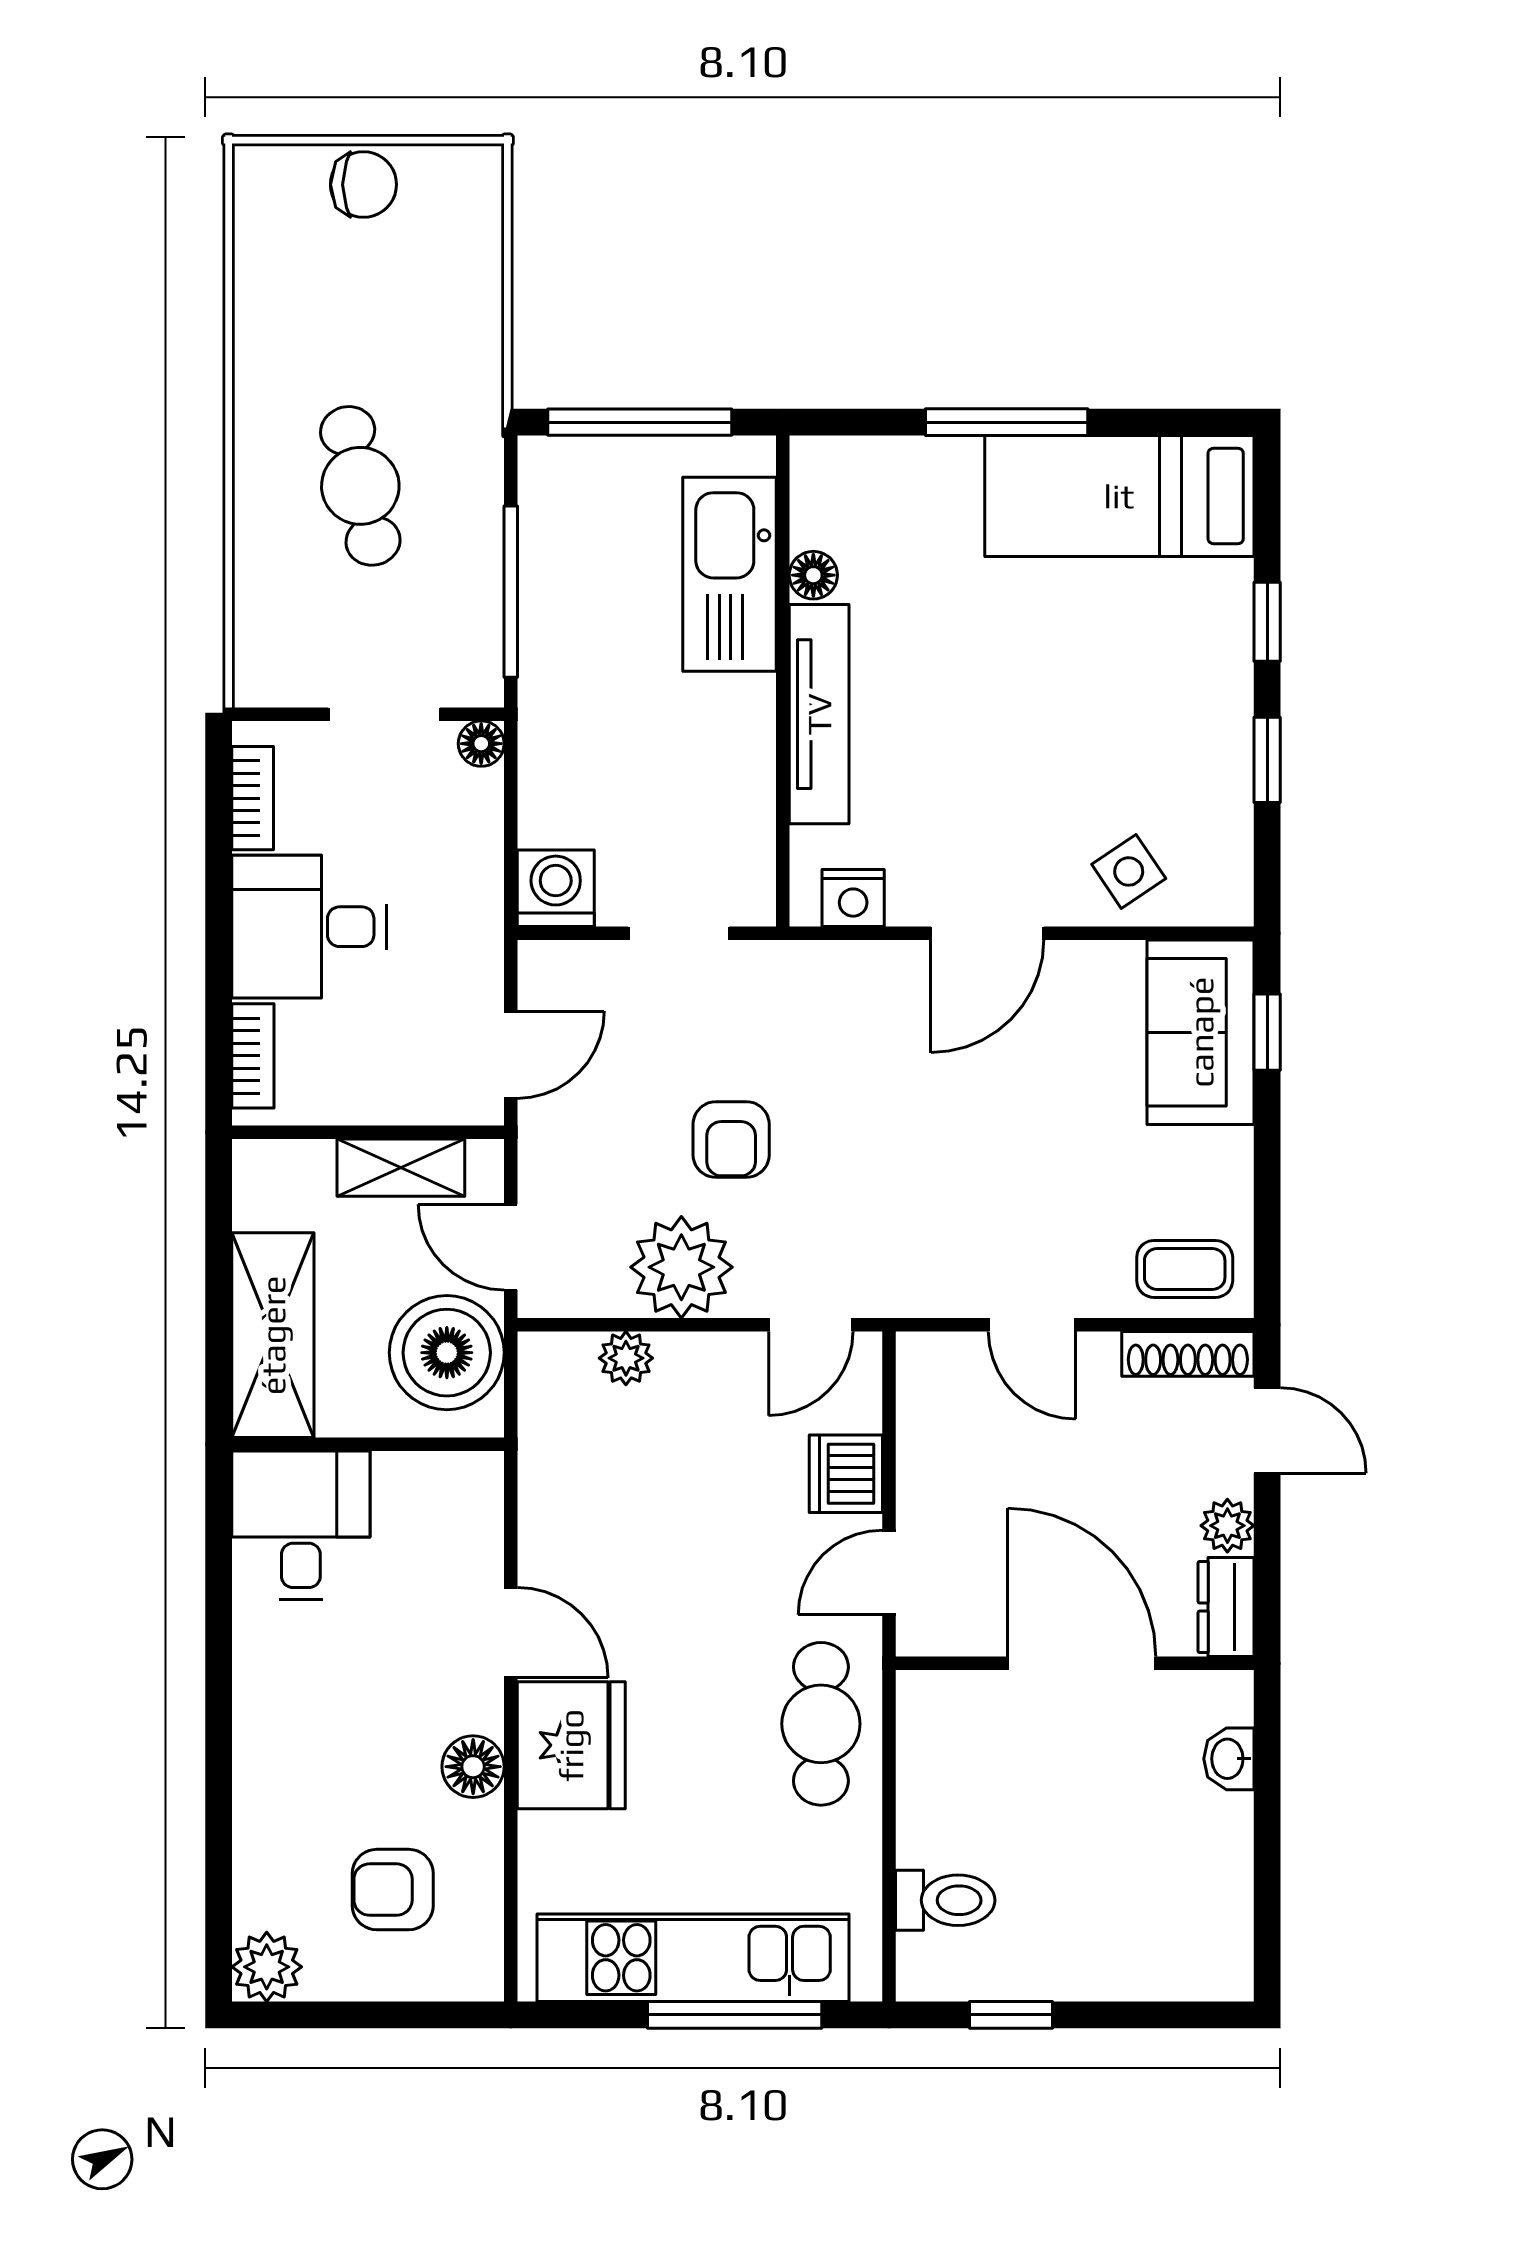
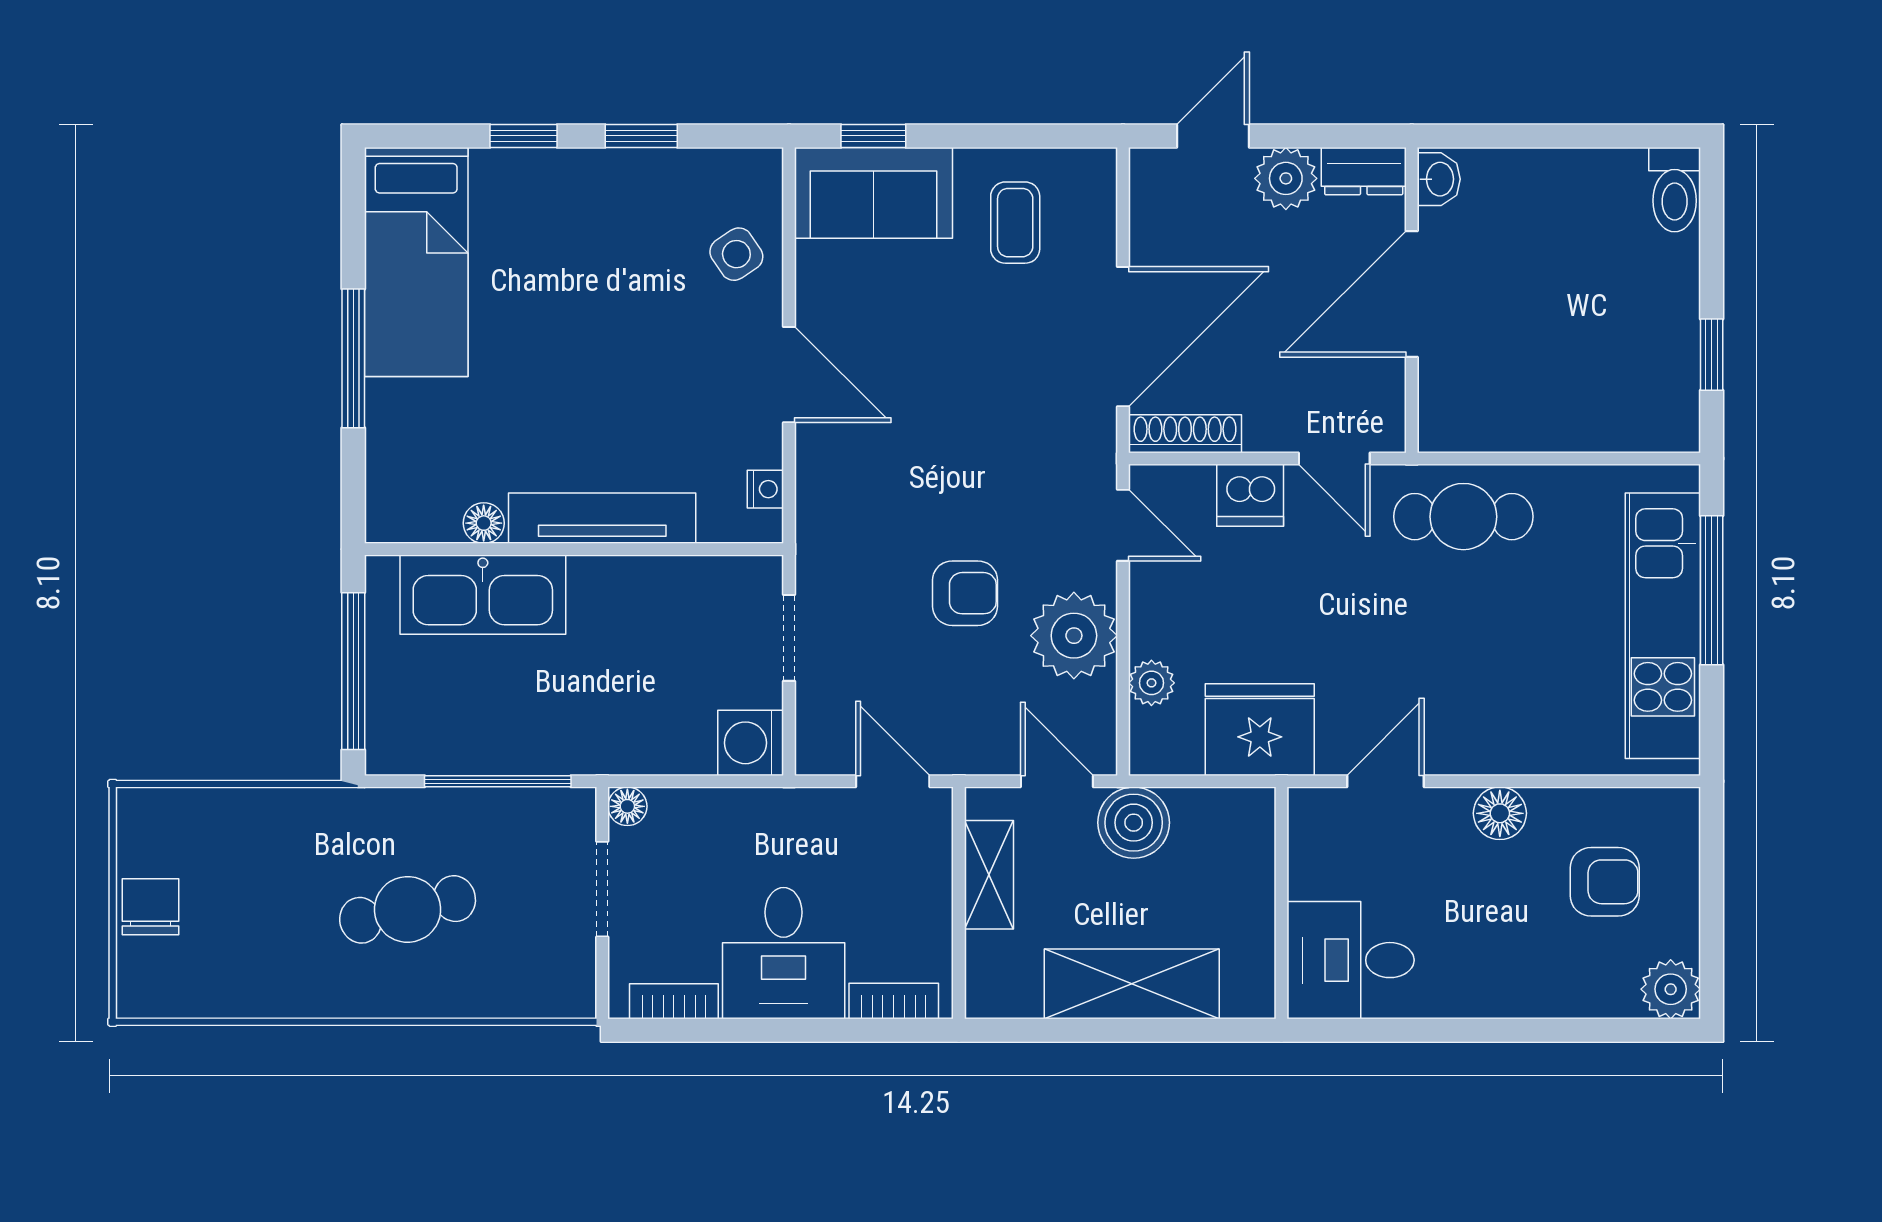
nightstand: (853, 898) -> (765, 489), width x0.72, depth x0.74
door: (511, 1247) -> (1057, 781), swing flipped
coffee table: (1185, 1269) -> (1015, 223), moved
door: (1032, 1325) -> (1123, 337), width x1.87
boiler: (447, 1353) -> (1134, 823), width x0.73, depth x0.73
shoe rack: (1188, 1354) -> (1185, 434), moved, turned -90
wall: (368, 1444) -> (1281, 903), moved
desk: (301, 1525) -> (1351, 960), moved
plant: (1227, 1526) -> (1286, 178), width x1.38, depth x1.38
fridge: (571, 1745) -> (1260, 730), moved
washbasin: (1229, 1759) -> (1439, 179), moved, turned -90
armchair: (393, 1890) -> (1605, 882), turned -90
toilet: (945, 1900) -> (1675, 190), moved, turned 180

